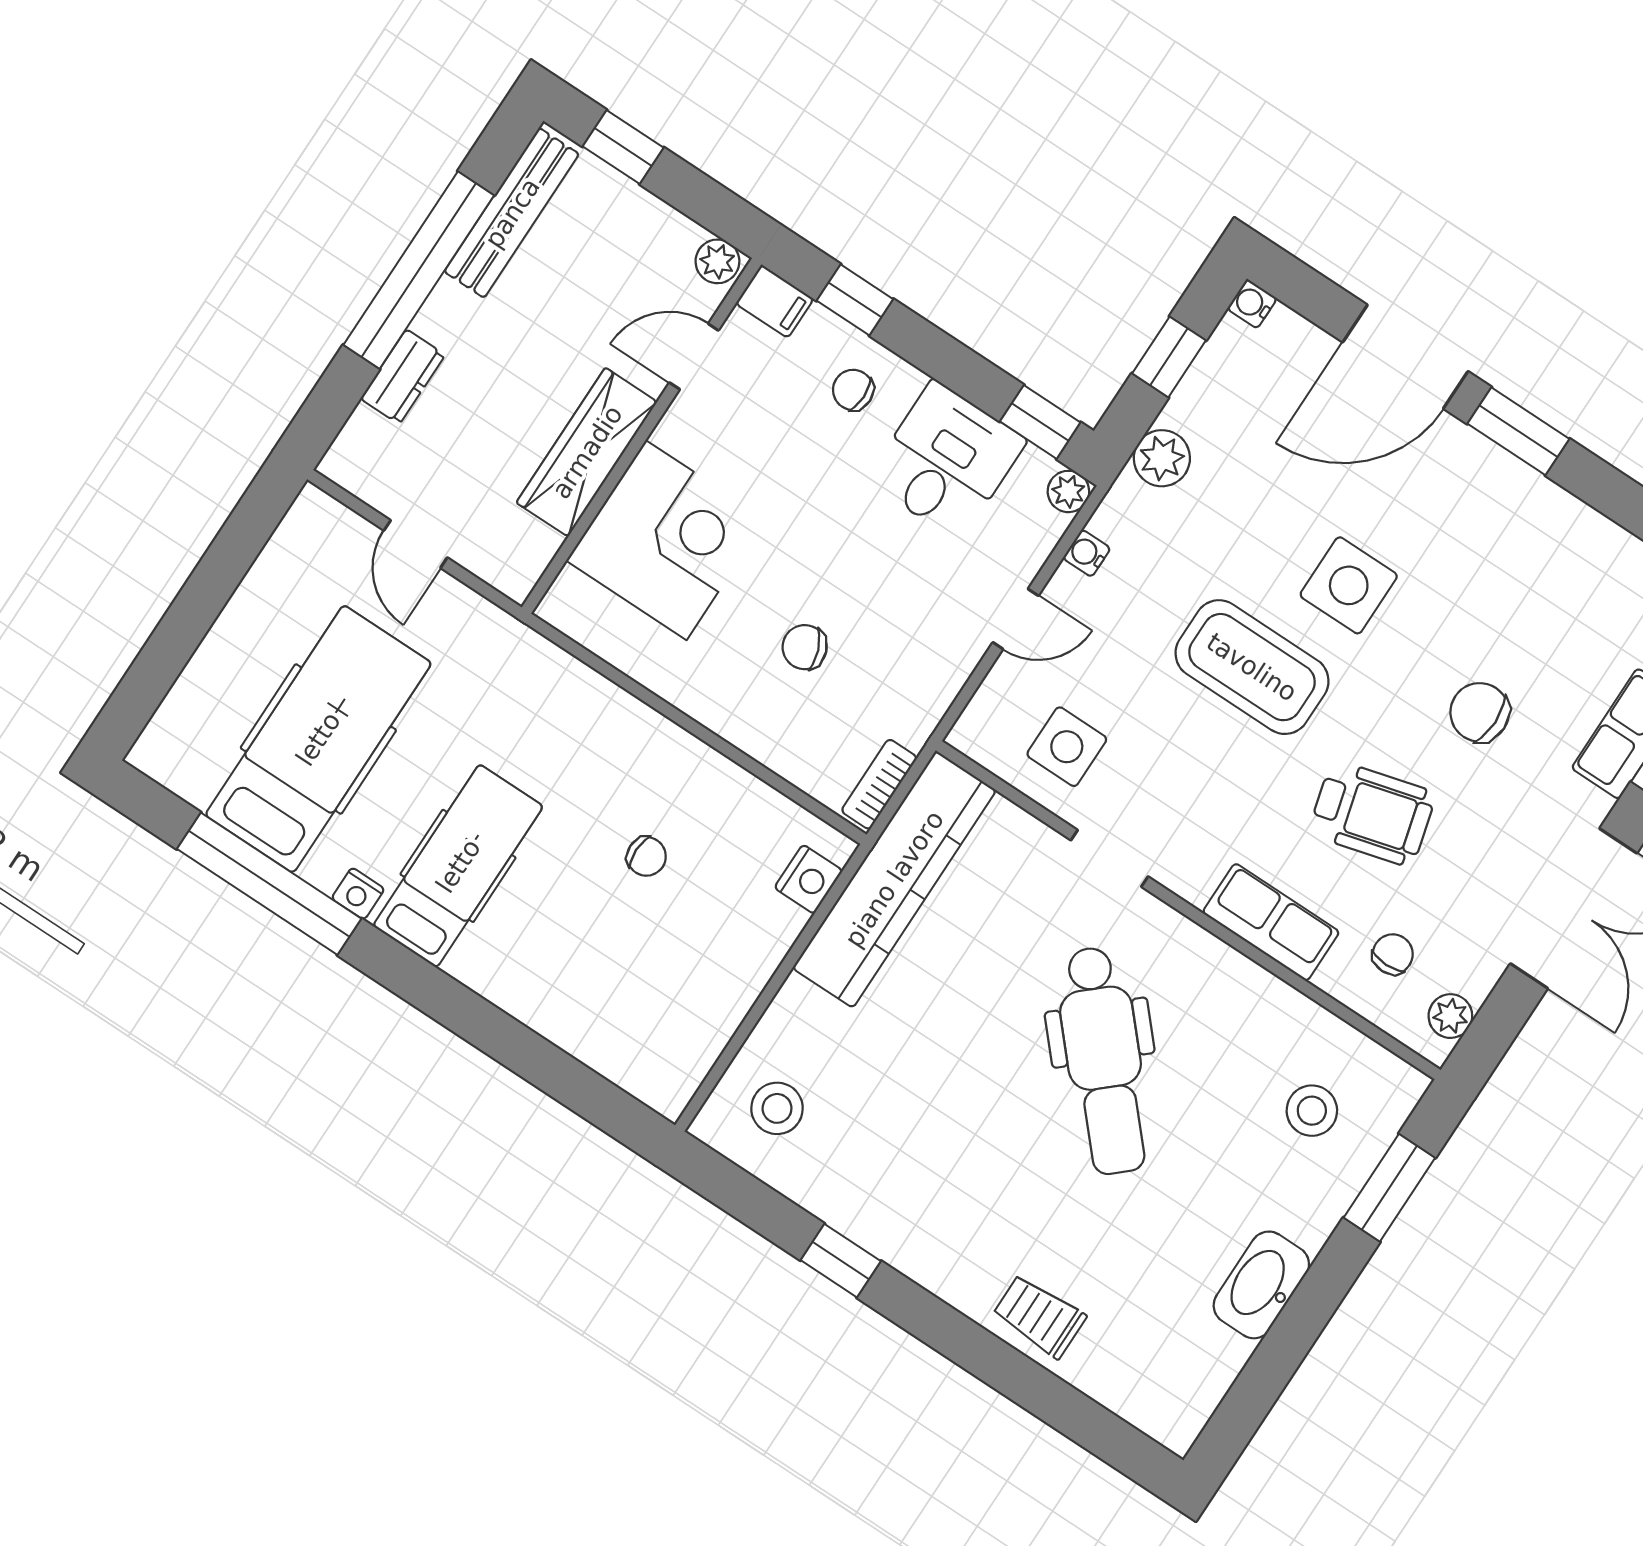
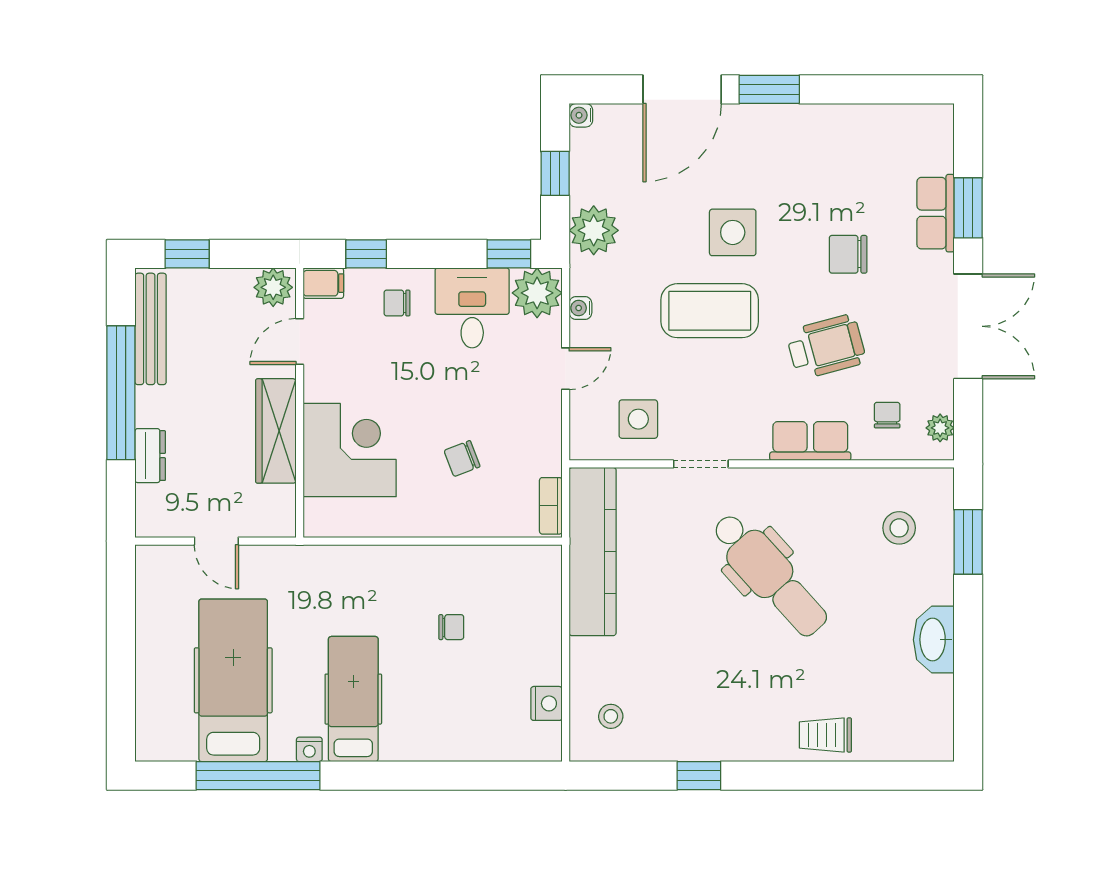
plant: (717, 261) -> (273, 287), width x1.38, depth x1.38
plant: (1162, 458) -> (594, 230), width x1.36, depth x1.36
plant: (1068, 491) -> (537, 293), width x1.88, depth x1.88
nightstand: (809, 879) -> (546, 703), moved
stool: (777, 1108) -> (611, 716), width x0.73, depth x0.73

